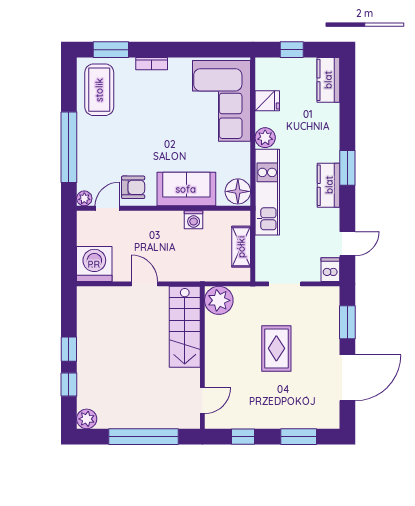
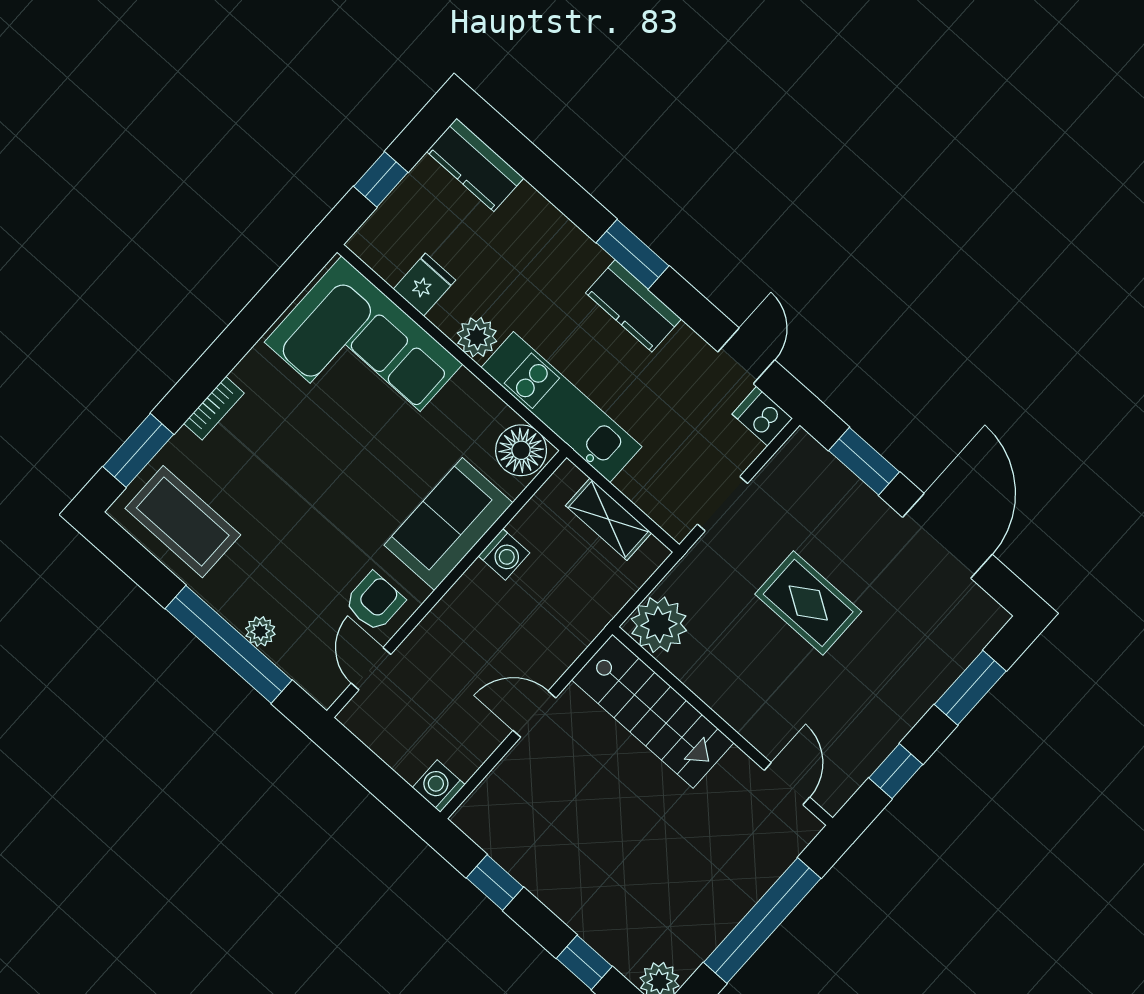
plant: (84, 198) -> (260, 631), moved
washing machine: (94, 264) -> (439, 786), width x0.53, depth x0.53
window: (69, 349) -> (495, 882), moved

